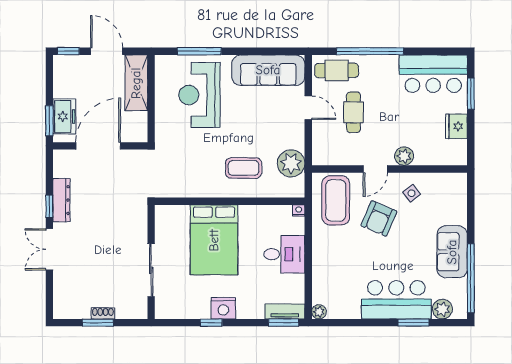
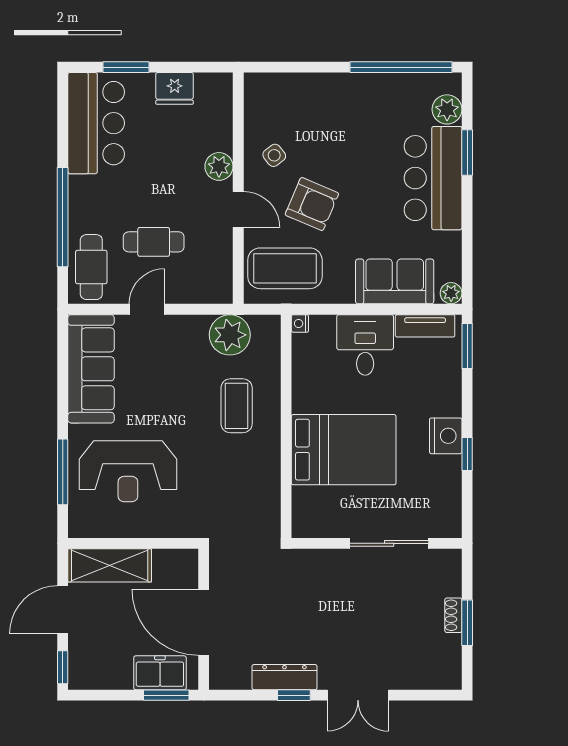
sofa: (452, 252) -> (395, 281), moved, turned 180
tv unit: (285, 311) -> (425, 326), moved, turned -90

